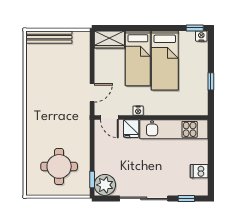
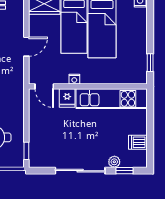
window: (211, 81) -> (150, 63), moved
door: (92, 93) -> (26, 47), moved
plant: (105, 185) -> (114, 162), moved, width x0.53, depth x0.53

